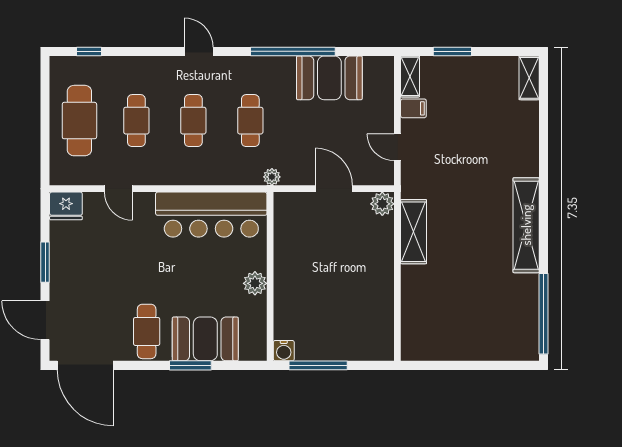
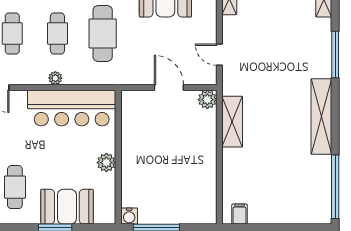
filing cabinet: (413, 108) -> (240, 214), moved, turned -90
cafe table: (250, 121) -> (103, 33), width x1.37, depth x1.35
window: (543, 147) -> (335, 54), added
plant: (272, 177) -> (55, 78), moved
cafe table: (147, 331) -> (15, 187), moved

